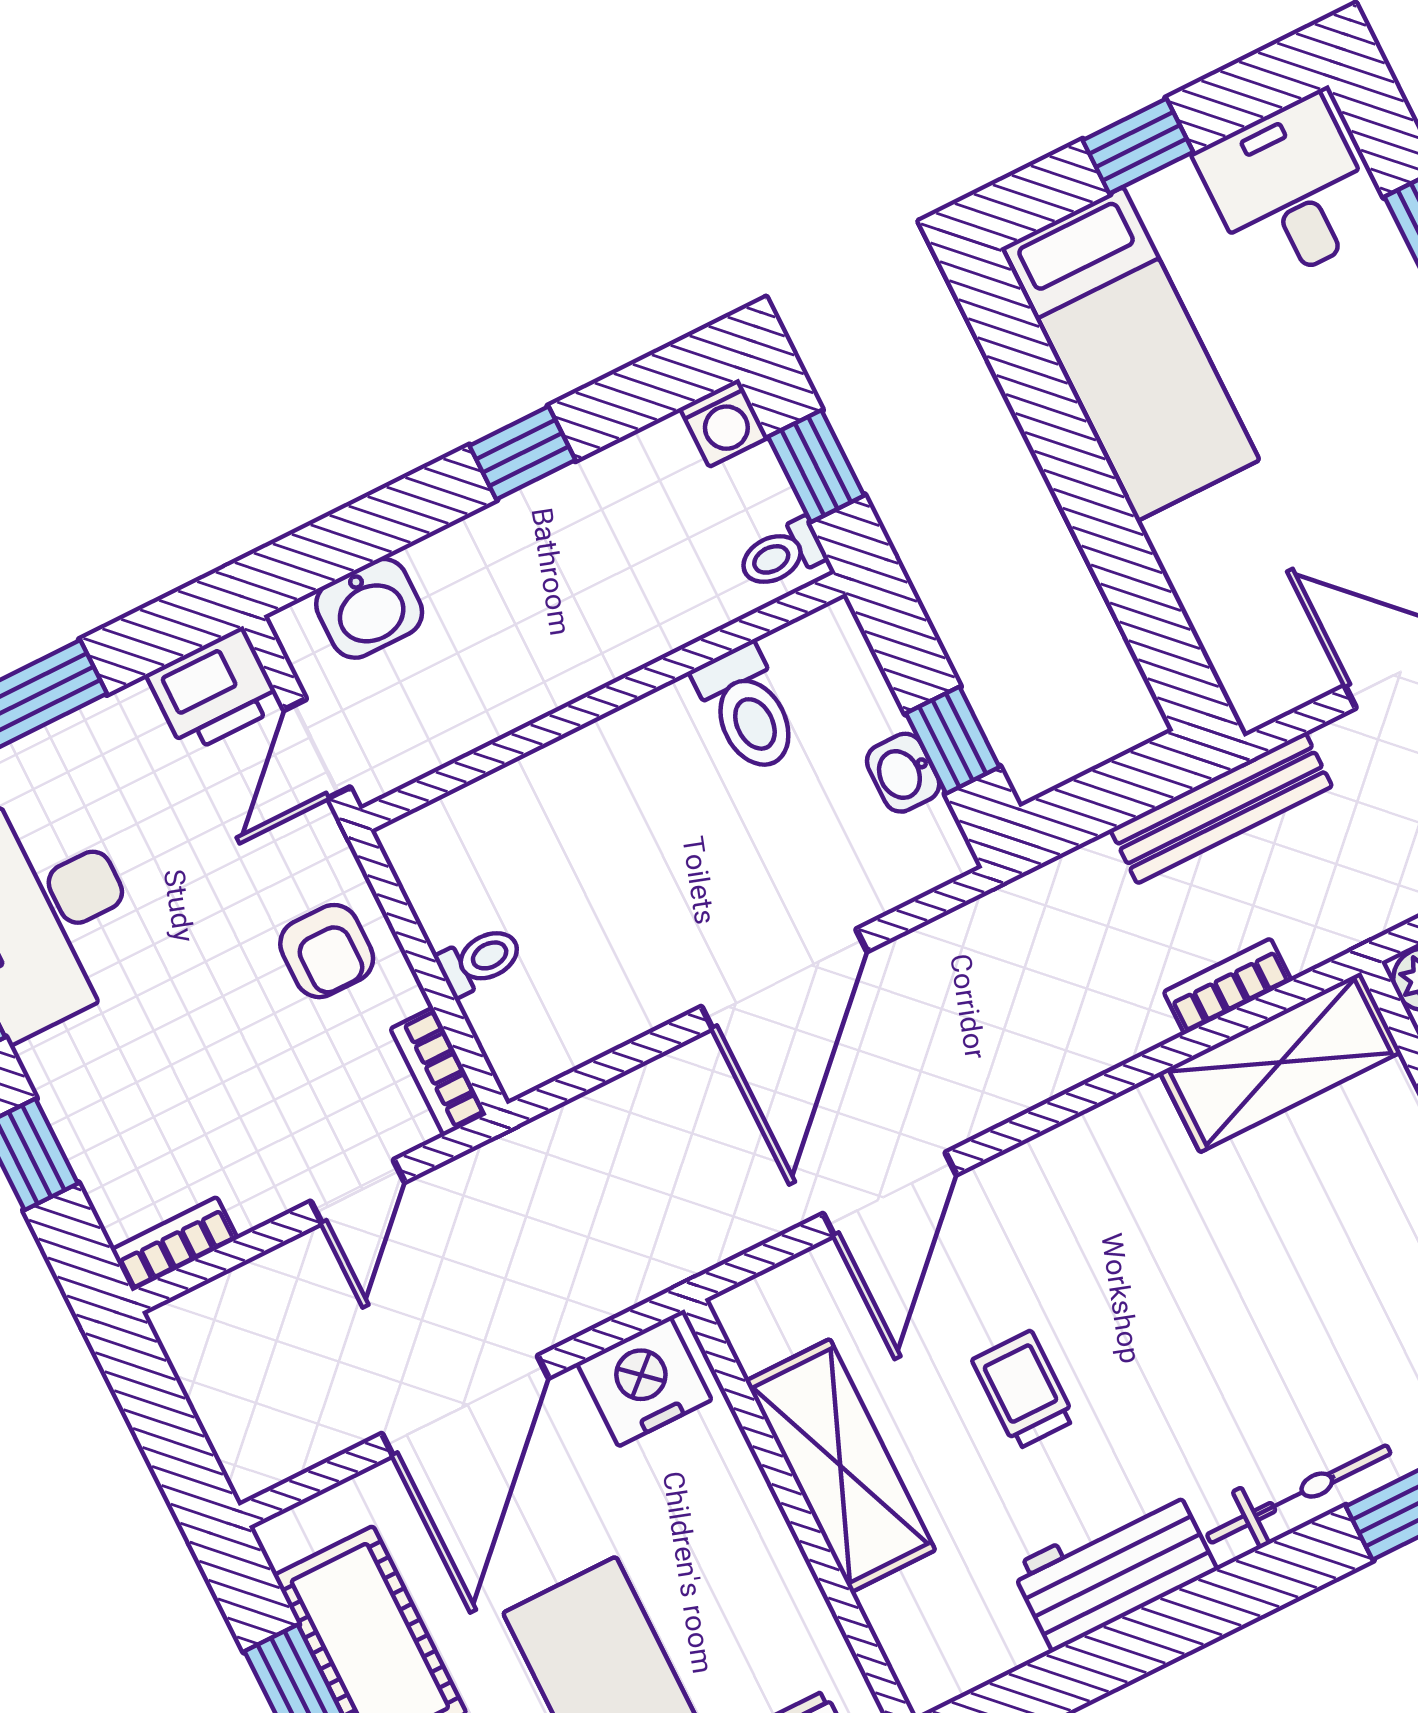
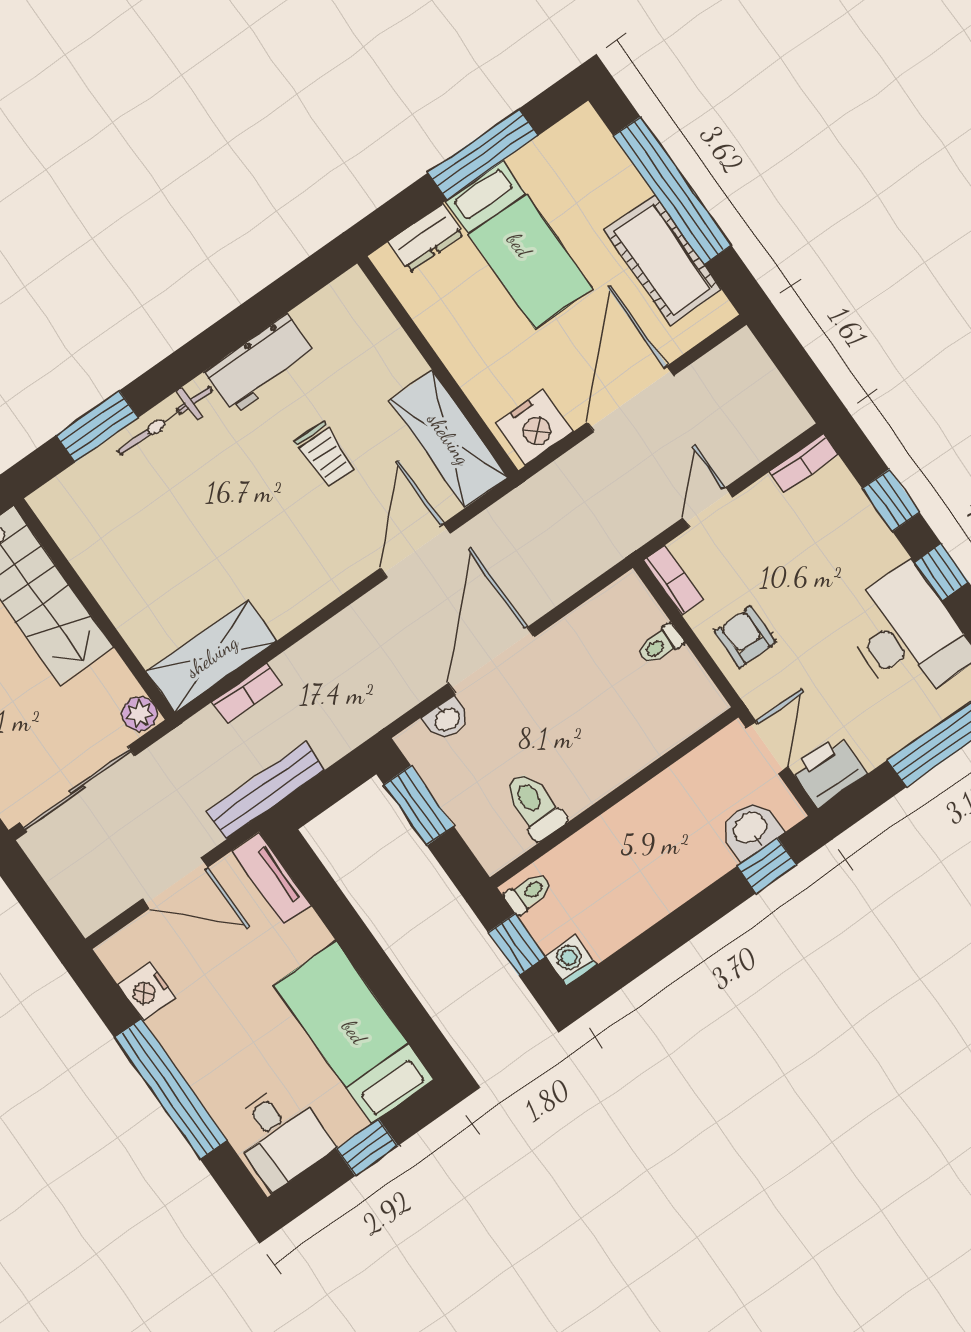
window: (522, 453) -> (767, 865), moved
tv unit: (1234, 650) -> (272, 879), added
window: (953, 740) -> (419, 805), width x1.50
washbasin: (903, 773) -> (447, 719), moved, turned 90
shelving: (840, 1466) -> (449, 439), moved

